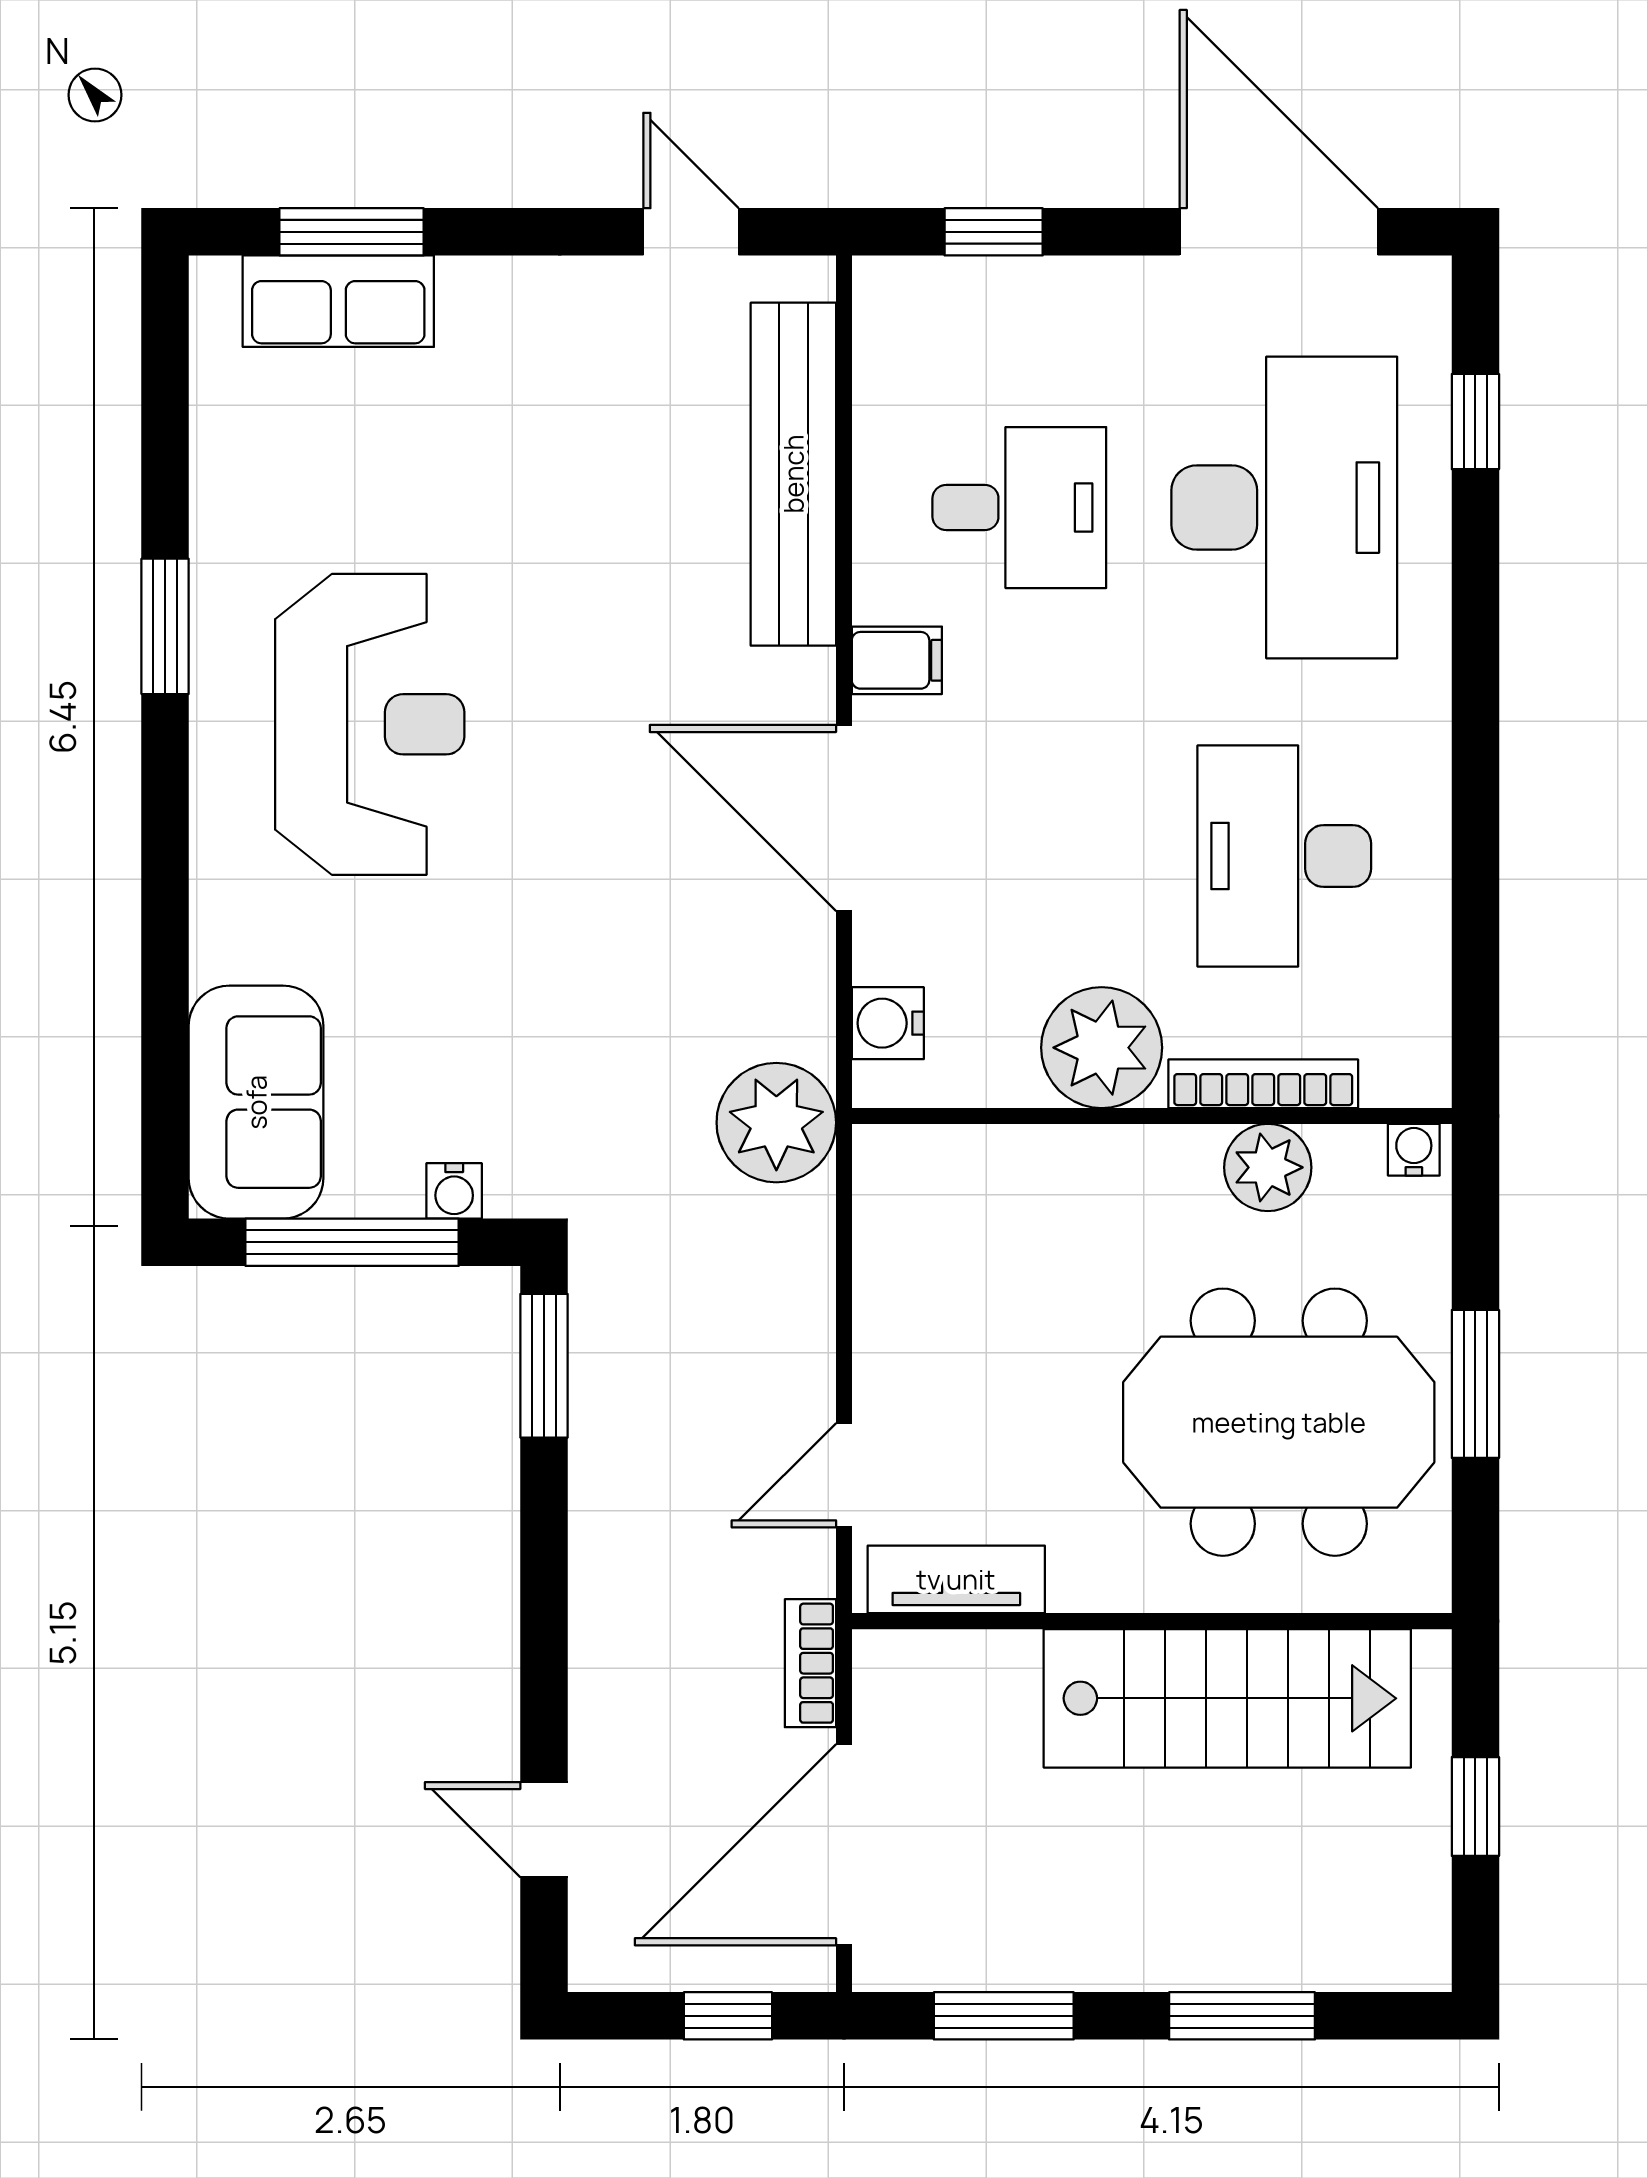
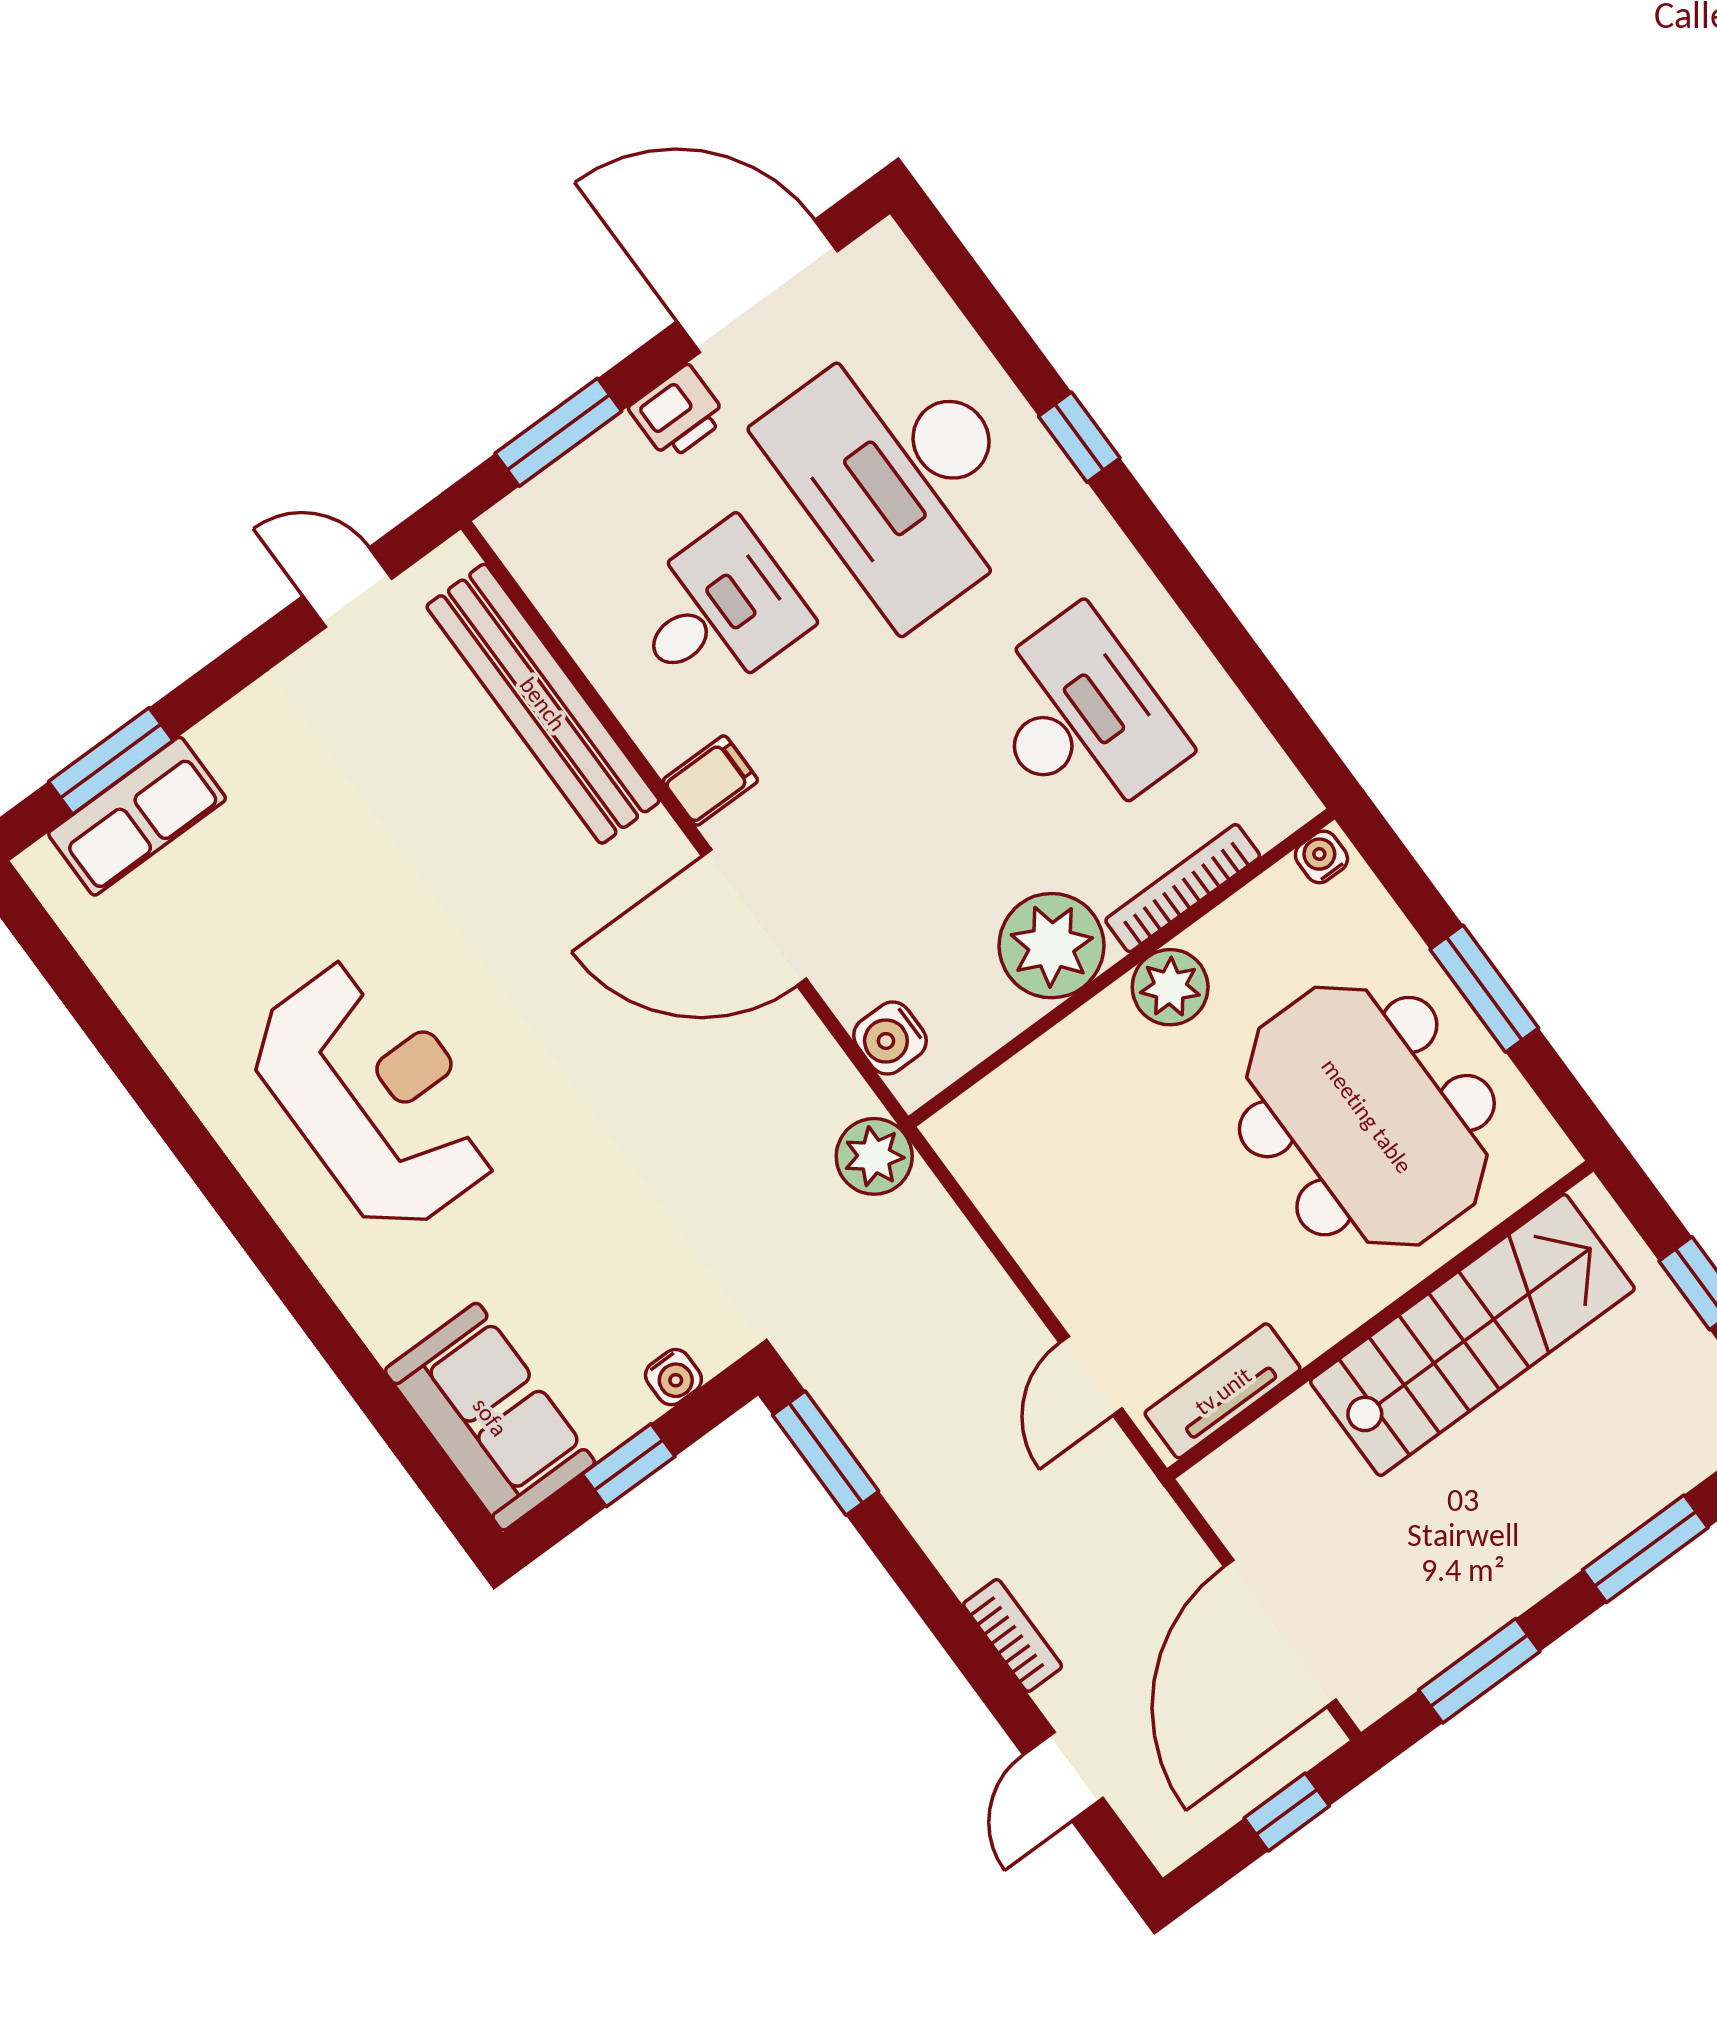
window: (994, 232) -> (558, 432), width x1.50
printer: (1118, 296) -> (678, 413), added
window: (1475, 422) -> (1079, 437), moved
desk: (1284, 508) -> (902, 476), turned 180
window: (165, 626) -> (183, 1132), removed
desk: (1284, 856) -> (1081, 719), turned 180
plant: (776, 1123) -> (874, 1156), width x0.73, depth x0.73
plant: (1268, 1167) -> (1170, 987), moved
window: (352, 1242) -> (629, 1465), width x0.46
meeting table: (1279, 1422) -> (1367, 1116), turned 90
bookcase: (810, 1663) -> (1013, 1635), moved, turned 180
door: (544, 1830) -> (1063, 1776), hinge flipped

